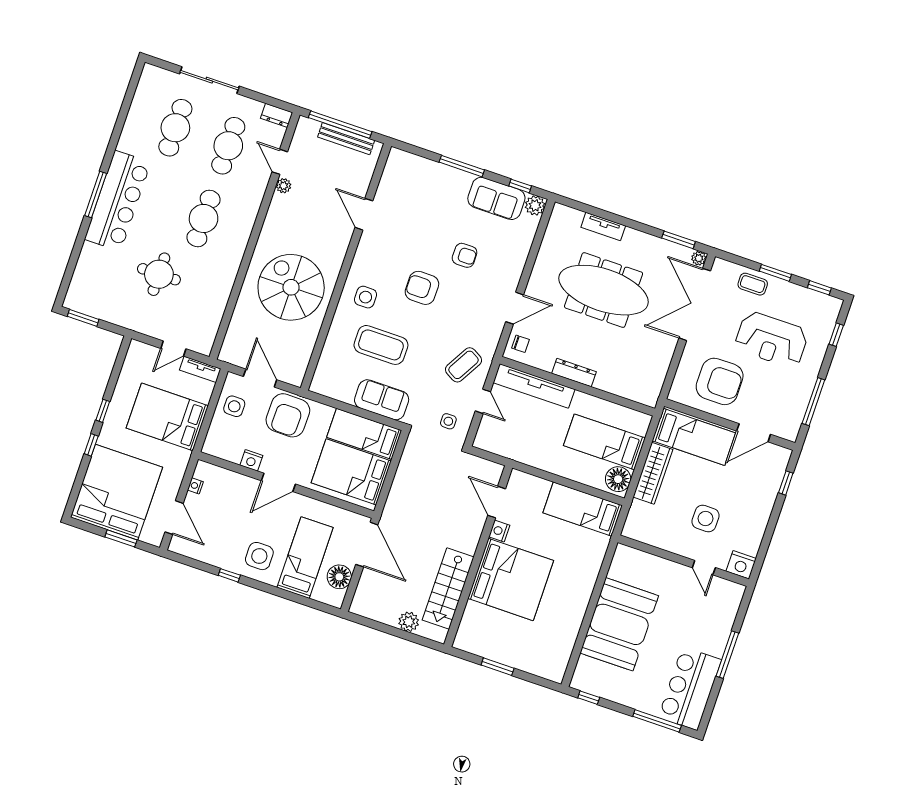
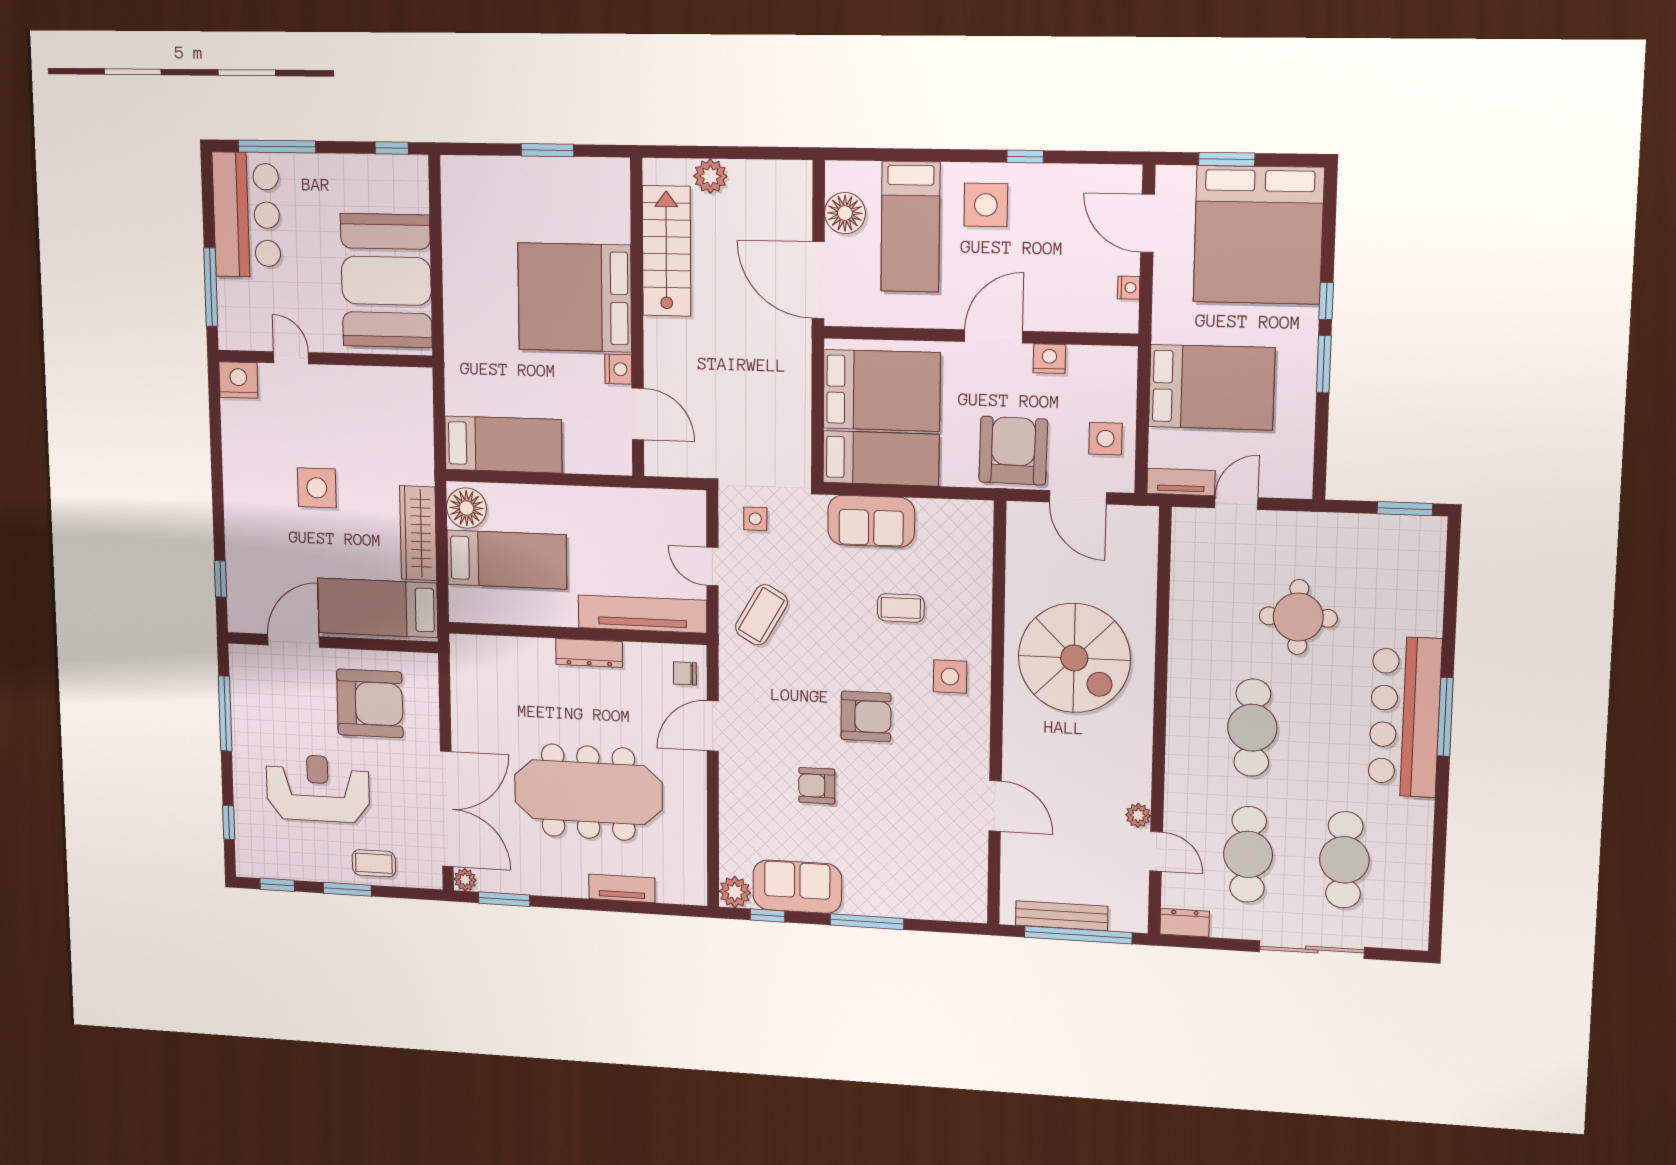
coffee table: (381, 345) -> (901, 608), width x0.54, depth x0.58
armchair: (720, 381) -> (370, 703), turned 180
window: (103, 411) -> (1324, 364), width x1.50
wall: (683, 561) -> (325, 359), moved
nightstand: (741, 565) -> (238, 380), moved
door: (704, 568) -> (291, 358), moved

